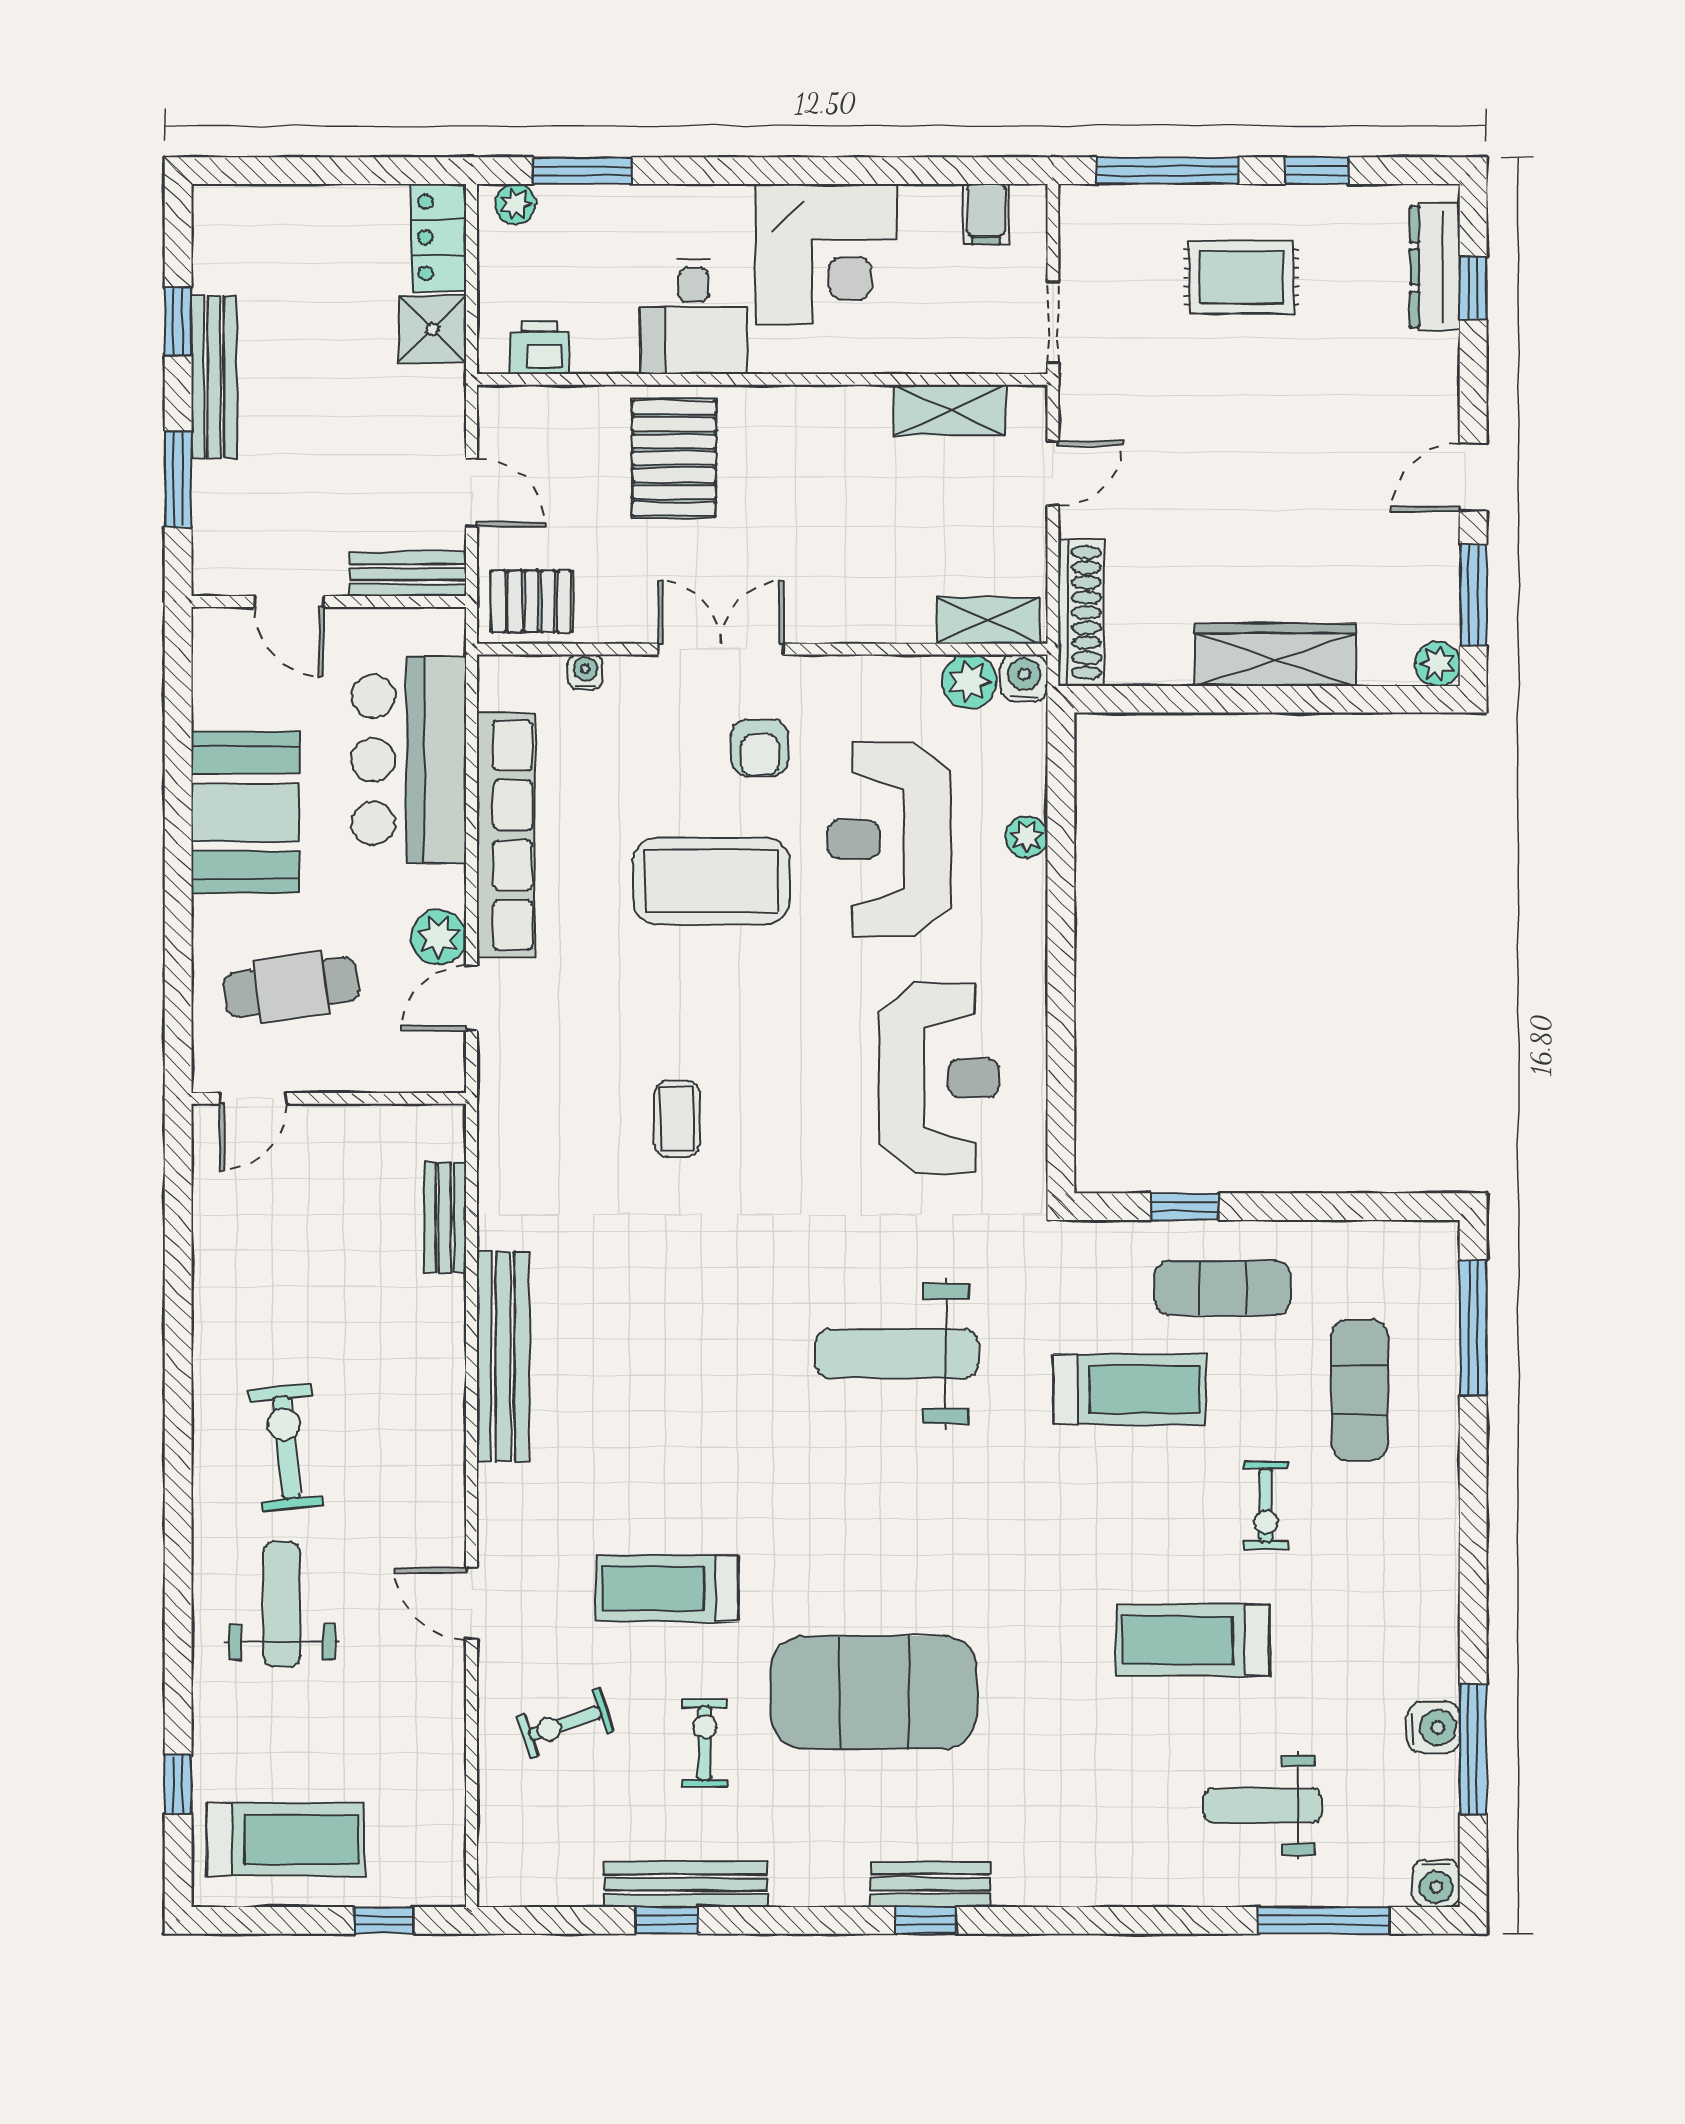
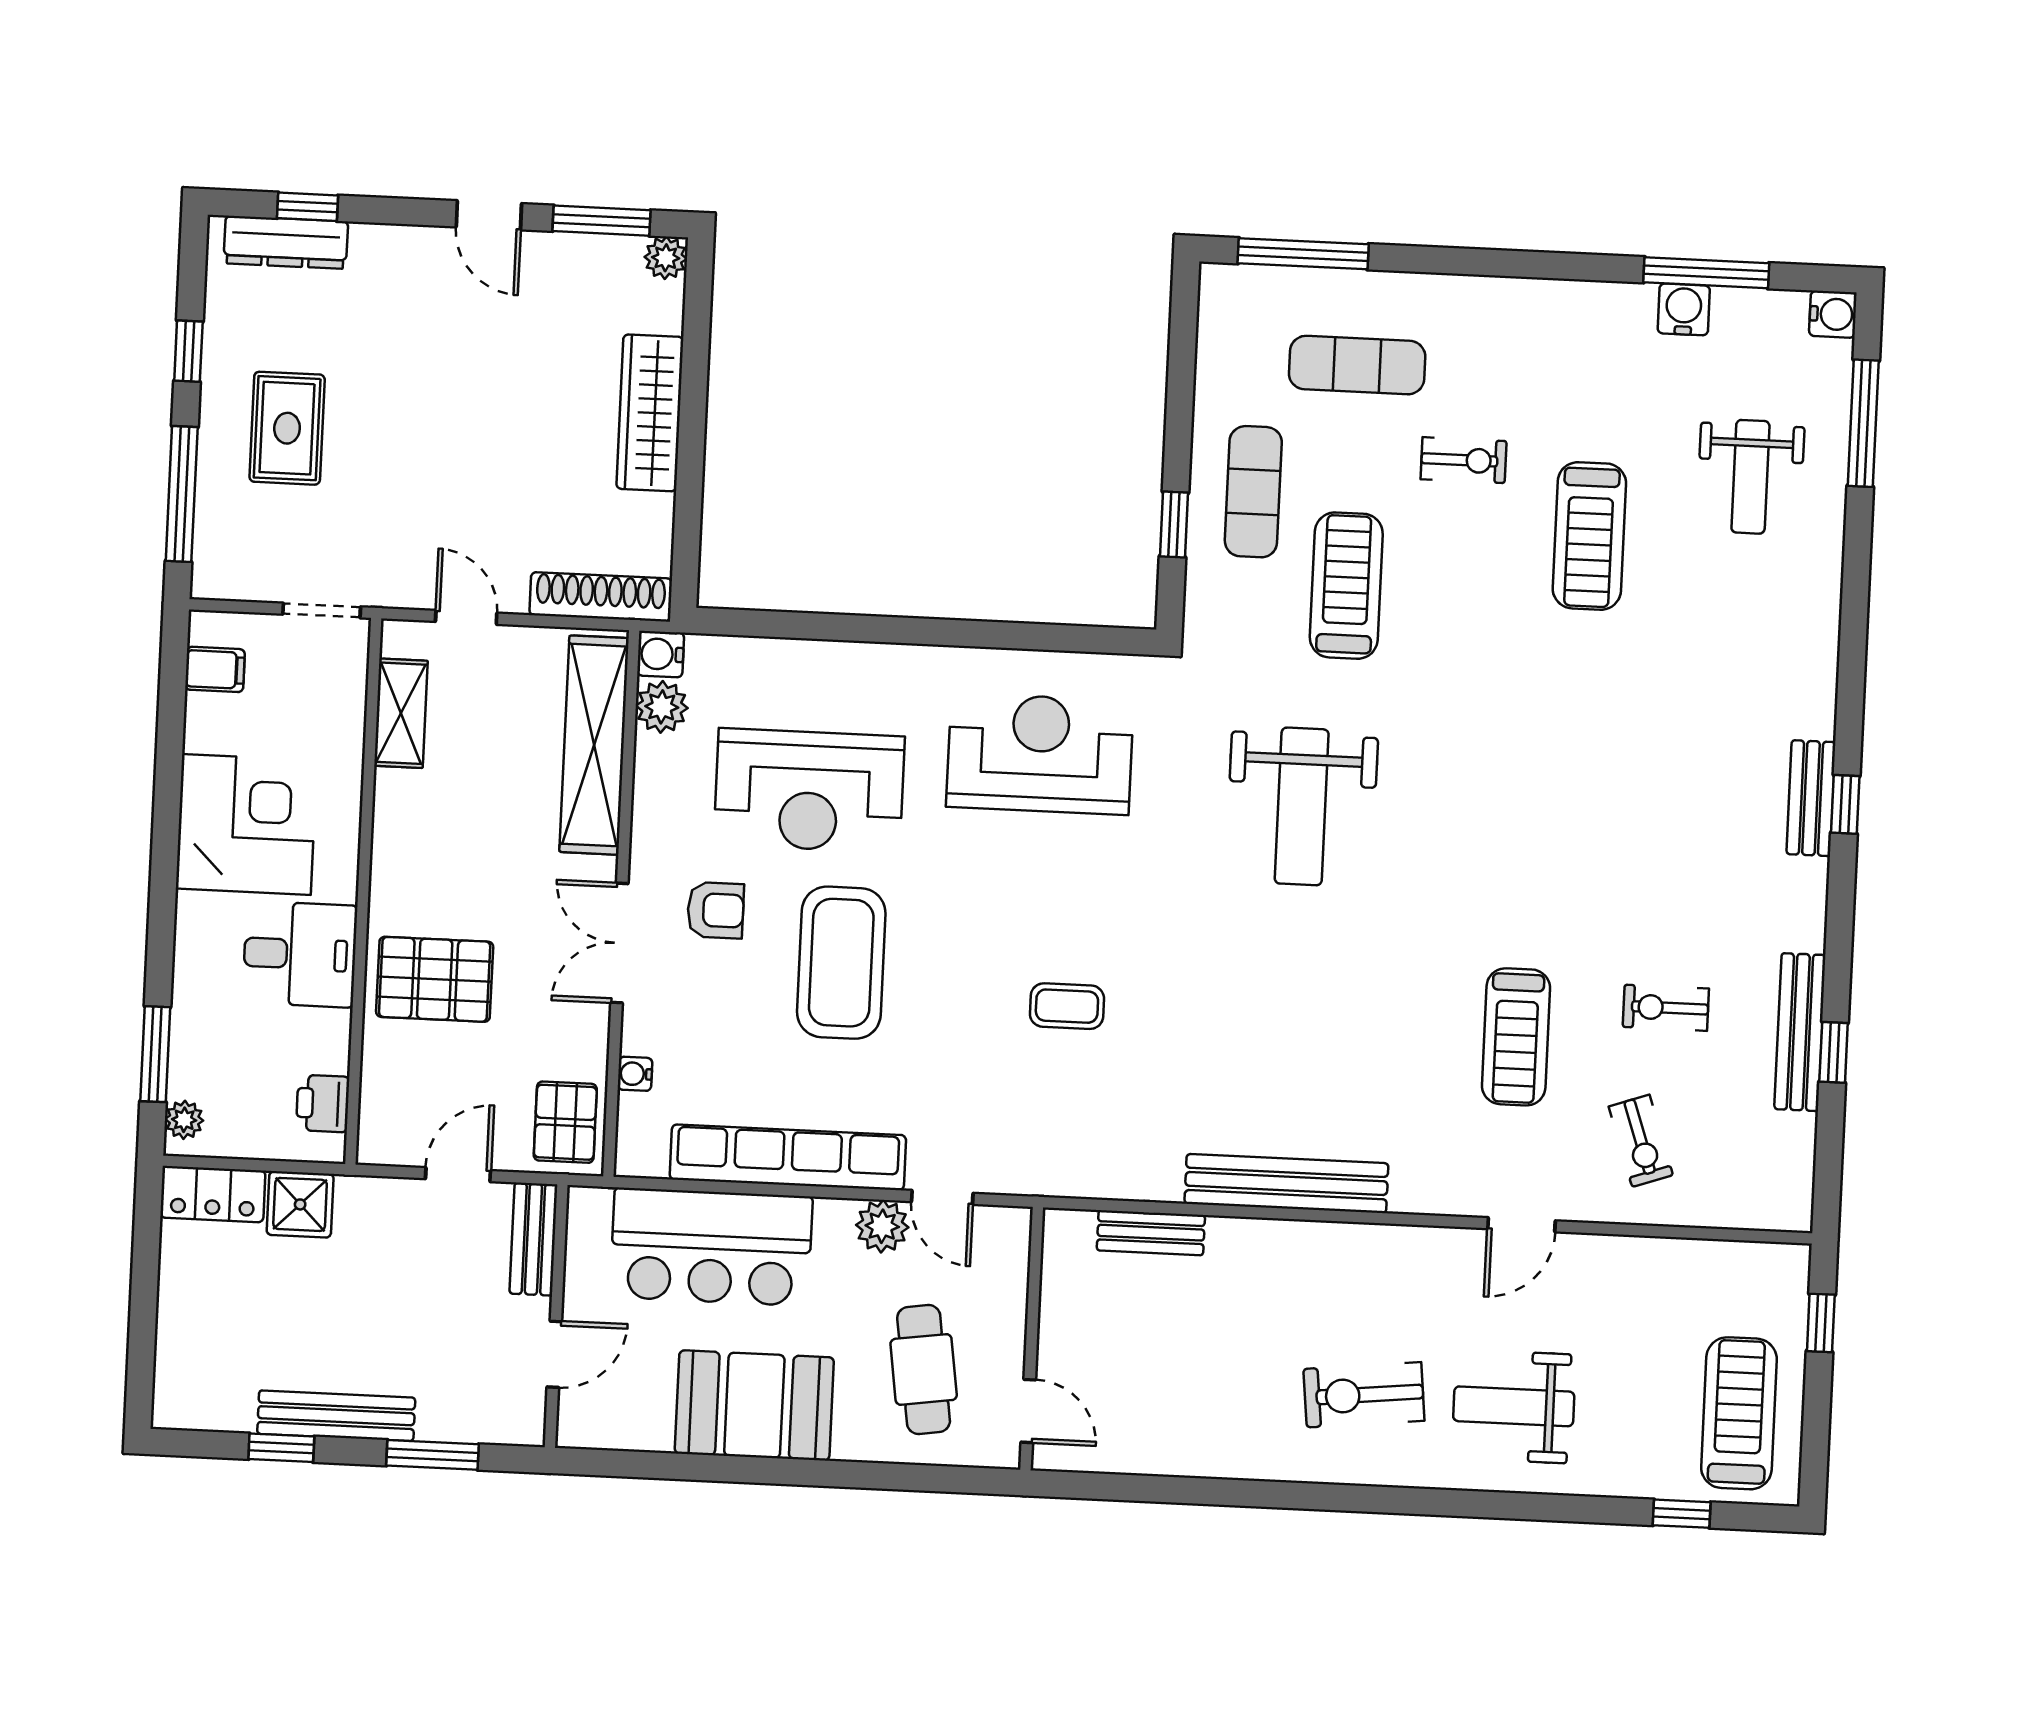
shelving: (988, 621) -> (594, 745), width x2.20, depth x1.33
plant: (1027, 837) -> (813, 659), removed
exercise mat: (874, 1692) -> (1625, 844), removed

